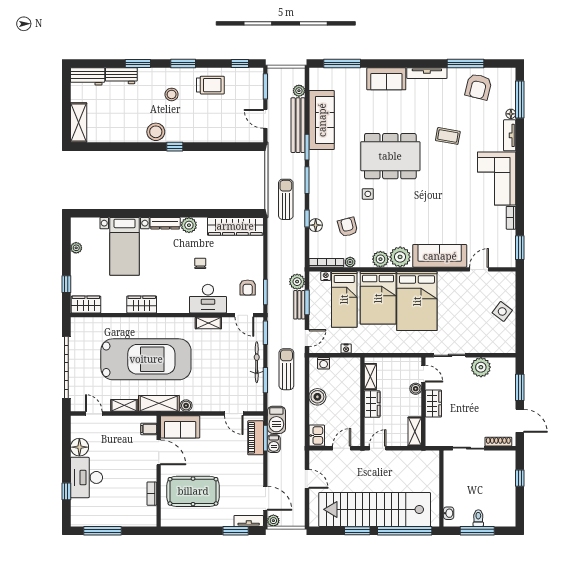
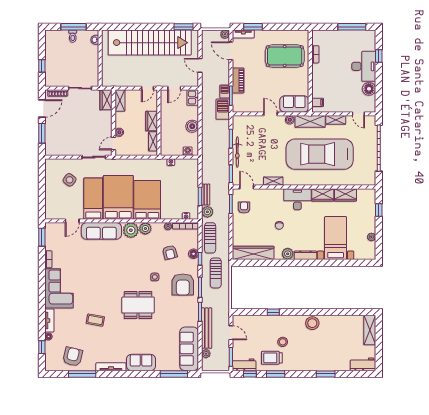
window: (183, 63) -> (276, 374), moved
workbench: (121, 76) -> (244, 365), moved
stool: (172, 94) -> (283, 342), moved
window: (520, 99) -> (42, 347), width x0.46
sofa: (322, 120) -> (189, 349), moved
window: (175, 147) -> (273, 312), moved
dining table: (390, 156) -> (138, 305), width x0.73, depth x0.80
armchair: (330, 184) -> (183, 285), added
desk: (208, 299) -> (297, 199), moved
bed: (344, 299) -> (93, 199), moved
wardrobe: (86, 304) -> (345, 195), moved
side table: (502, 311) -> (70, 180), moved
door: (307, 338) -> (200, 170), removed
plant: (481, 367) -> (71, 148), removed
sun lounger: (286, 369) -> (210, 238), moved
door: (423, 374) -> (113, 143), hinge flipped
wardrobe: (433, 404) -> (106, 100), moved
door: (234, 414) -> (270, 114), moved
door: (520, 421) -> (42, 108), swing flipped
piano: (256, 438) -> (238, 81), moved
door: (159, 452) -> (310, 85), removed
window: (357, 531) -> (183, 27), moved
window: (405, 531) -> (127, 27), removed

